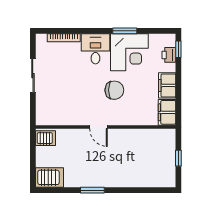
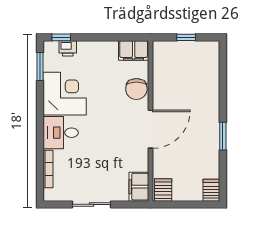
window: (125, 31) -> (40, 66), moved
filing cabinet: (167, 85) -> (139, 187), moved, turned 90
chair: (114, 90) -> (136, 89), moved, turned 180
door: (98, 127) -> (150, 129), width x1.88
server rack: (50, 177) -> (211, 190), width x0.73, depth x0.70

